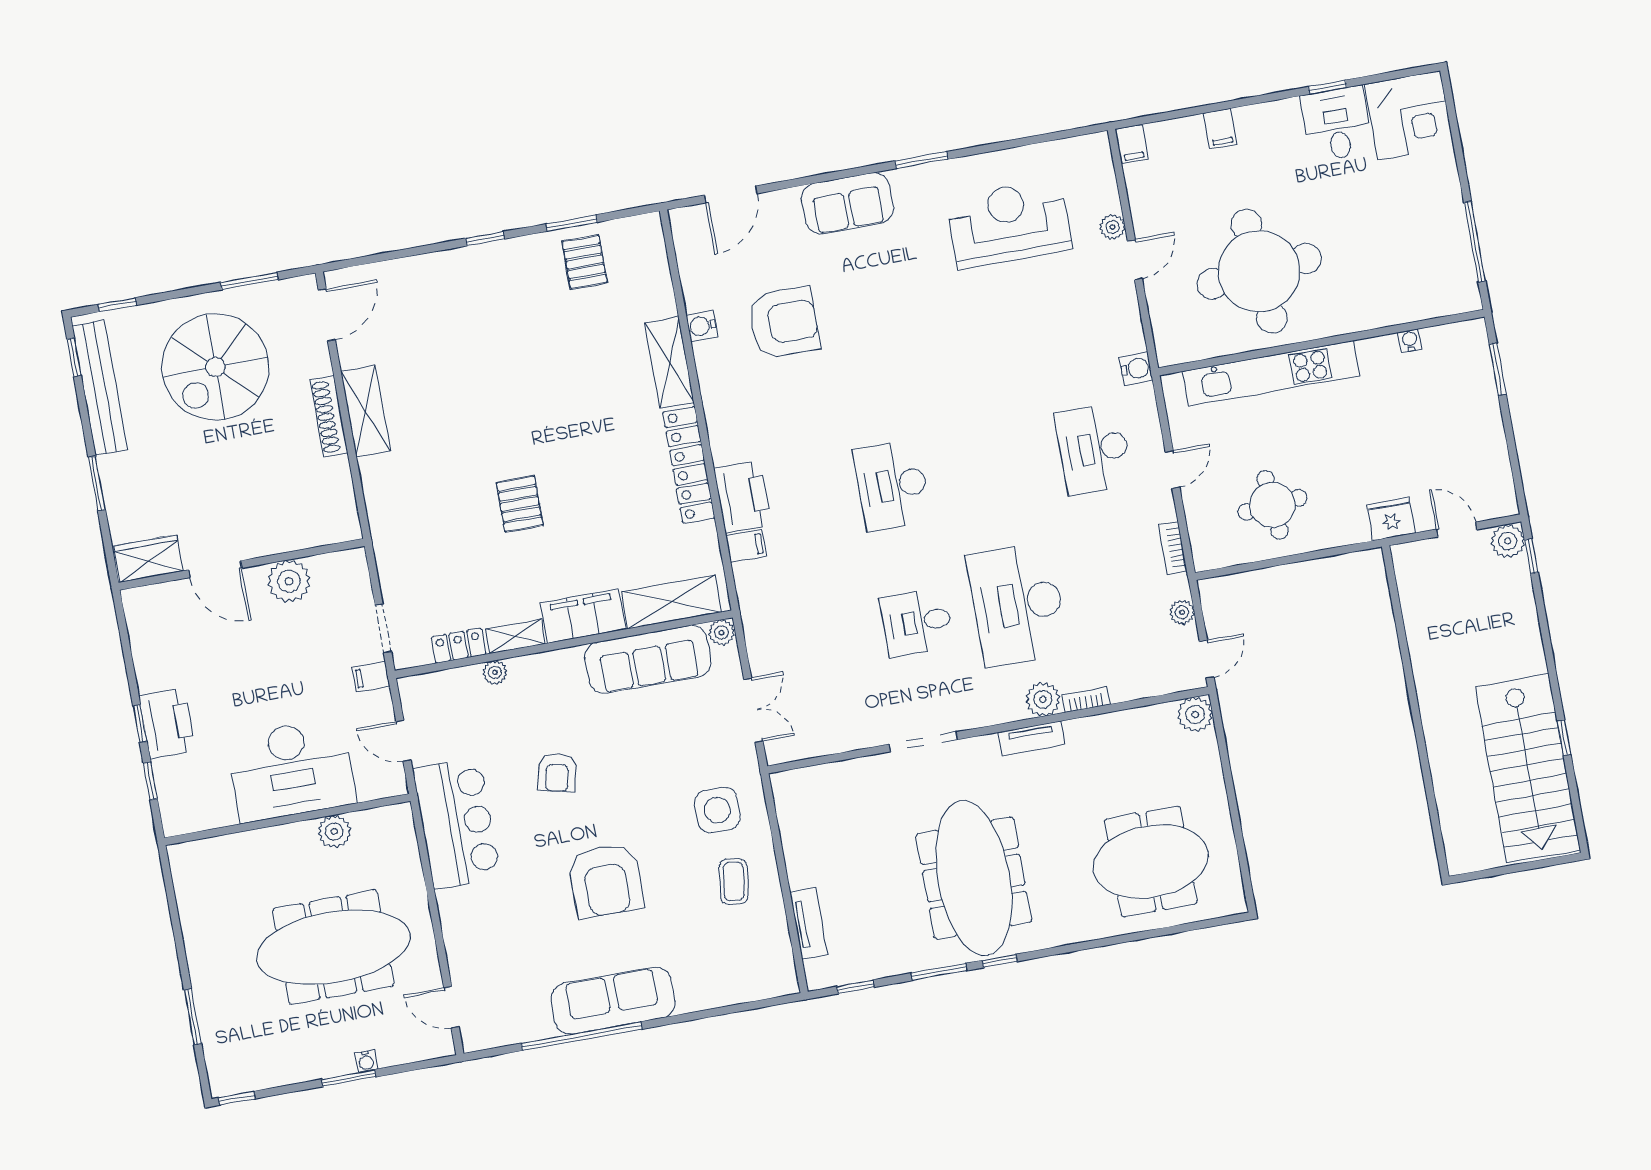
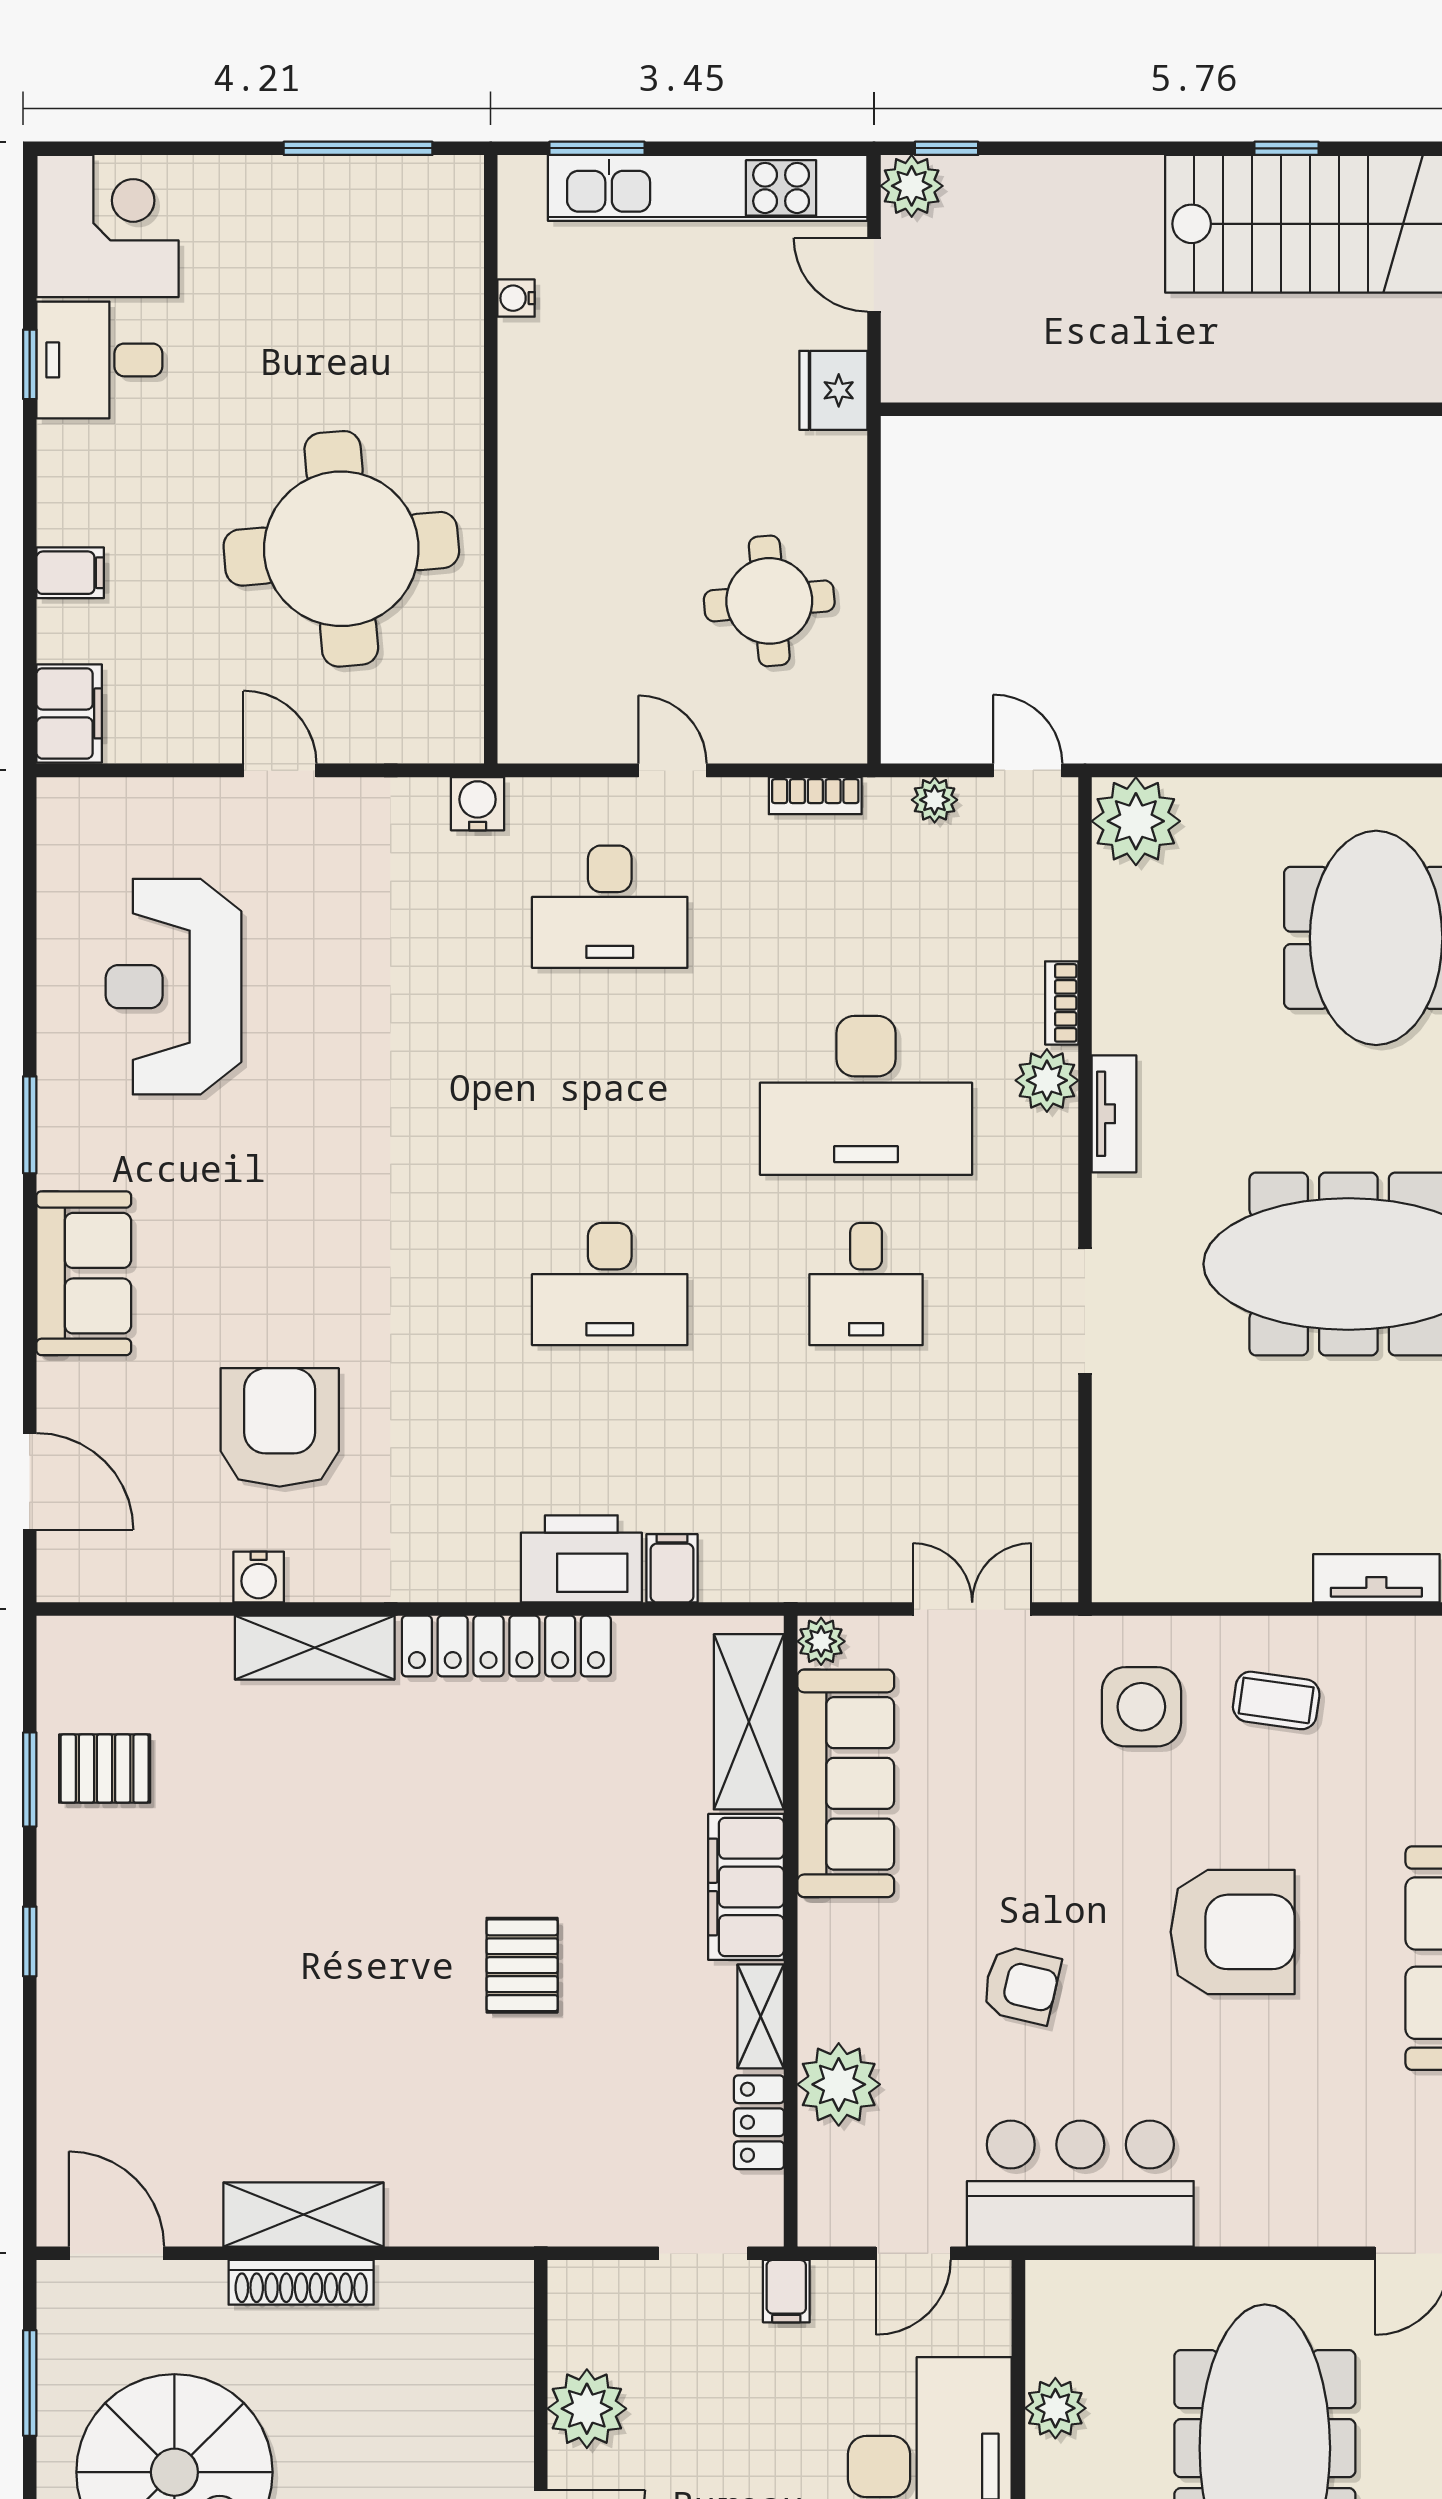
filing cabinet: (1132, 144) -> (69, 713), width x2.00
plant: (1113, 227) -> (213, 800), removed
kitchen unit: (1271, 373) -> (708, 188), moved, turned 90
pallet: (520, 504) -> (522, 1965), turned 90
door: (1457, 529) -> (874, 275), hinge flipped
plant: (495, 672) -> (839, 2084), width x1.88, depth x1.88
plant: (1195, 714) -> (1136, 821), width x1.36, depth x1.36

